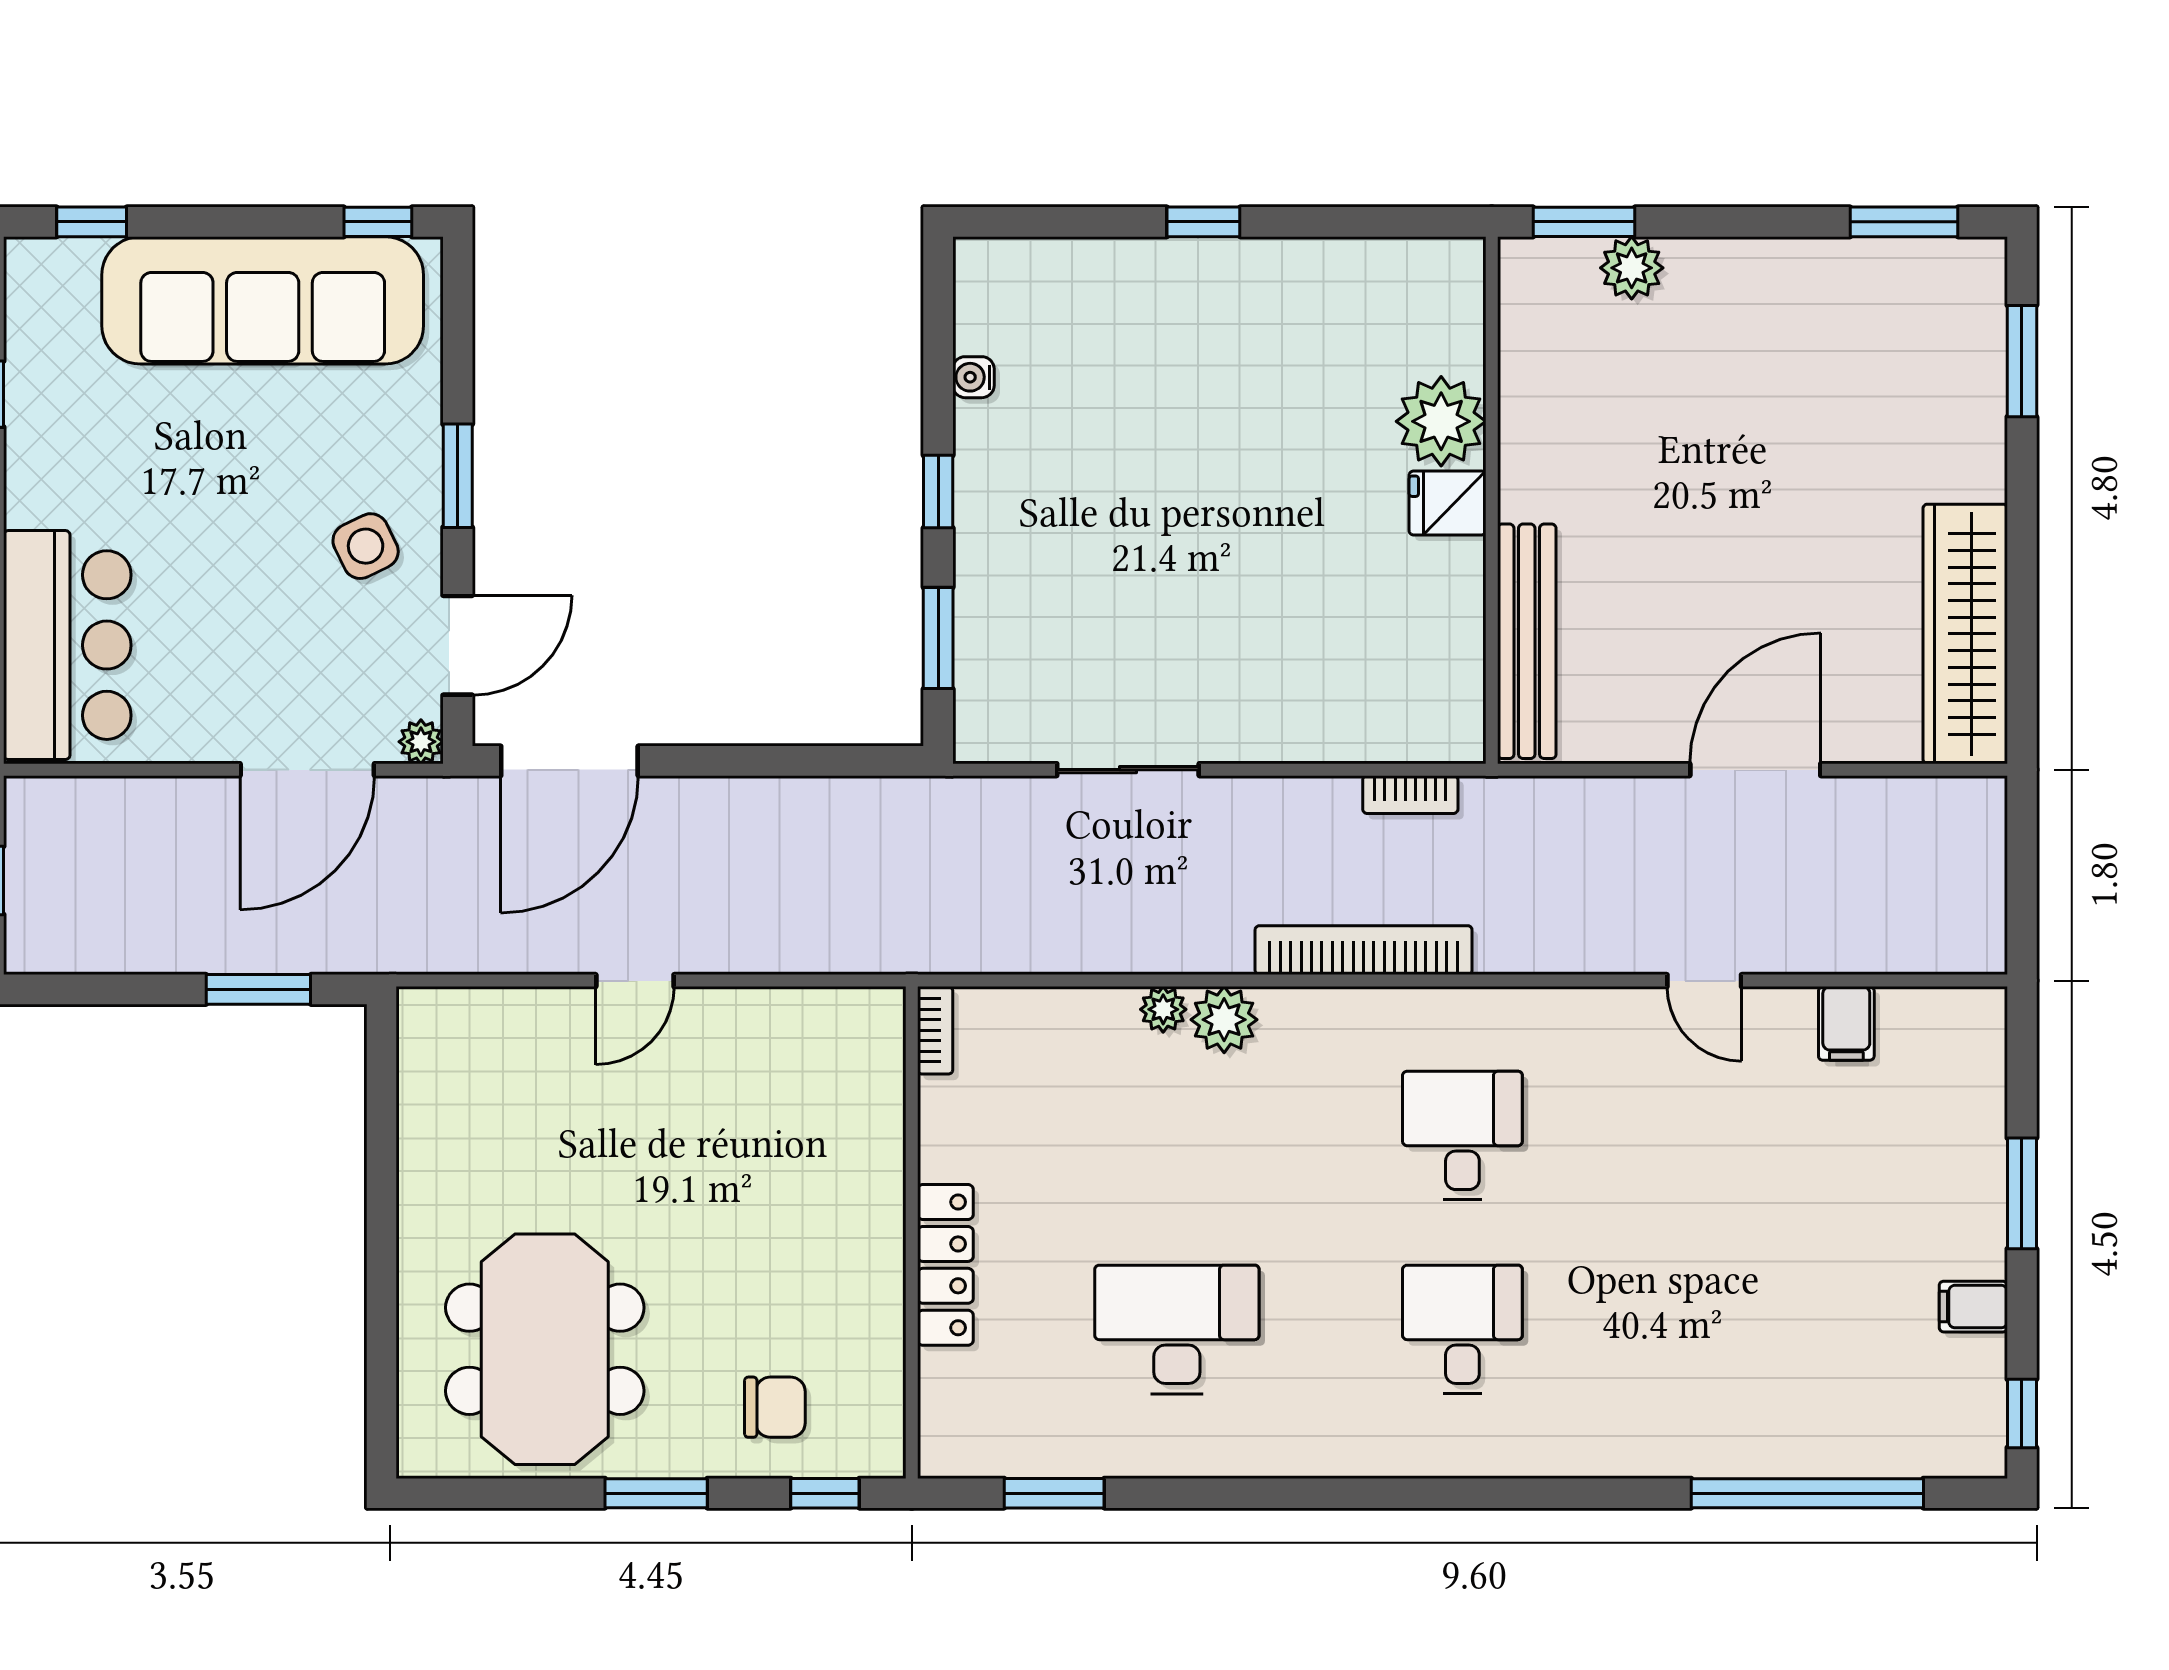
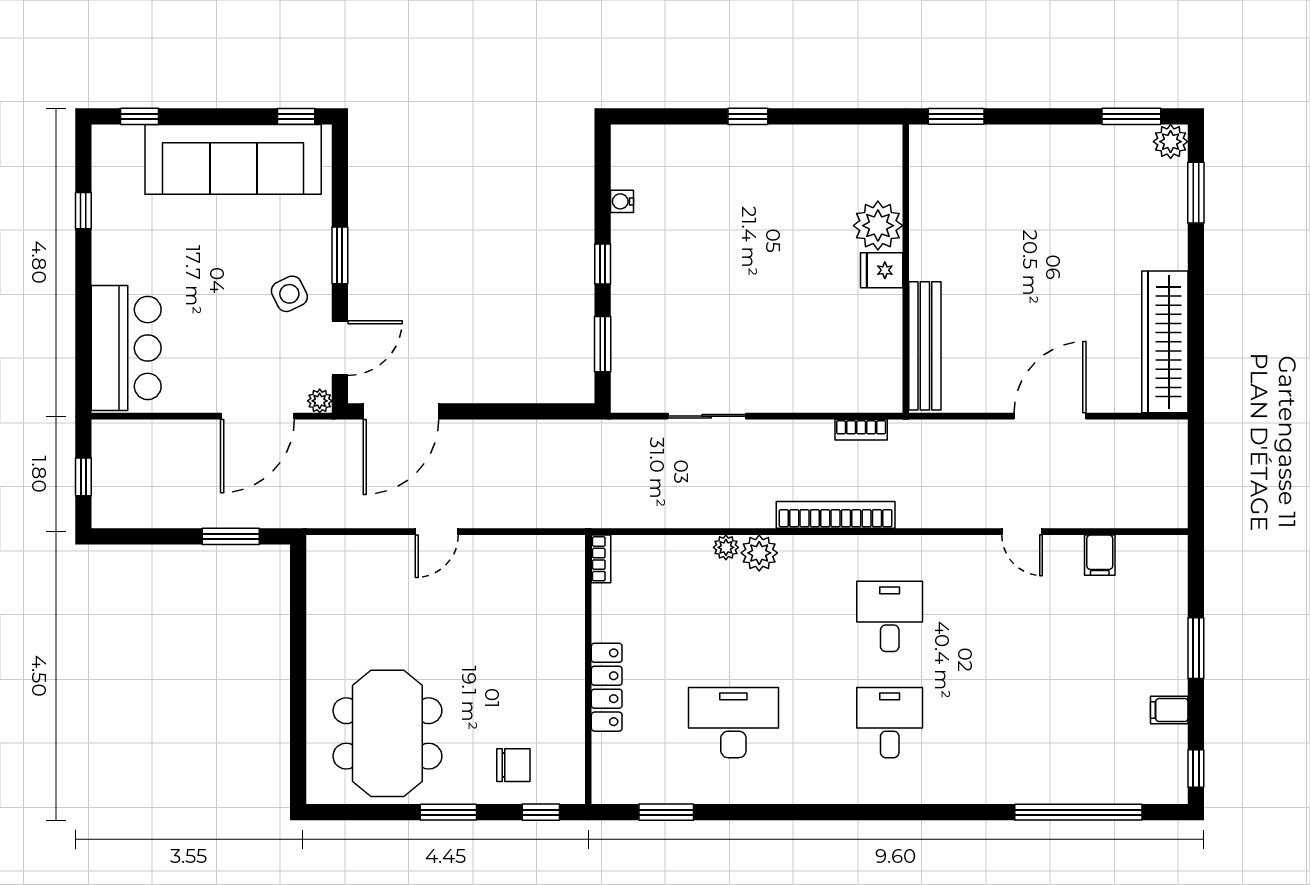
plant: (1632, 268) -> (1171, 142), moved

